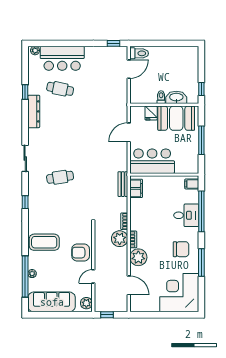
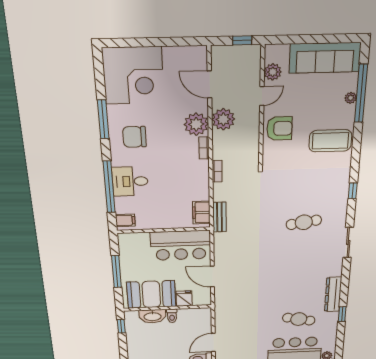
door: (129, 132) -> (212, 277), swing flipped
plant: (120, 239) -> (223, 119), moved
plant: (86, 303) -> (273, 72), moved

